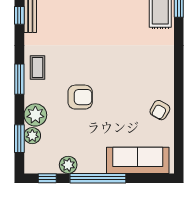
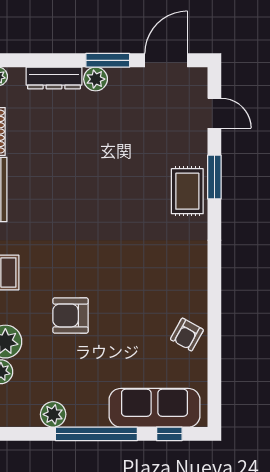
armchair: (80, 97) -> (71, 315), turned 180
window: (47, 178) -> (169, 434), moved

